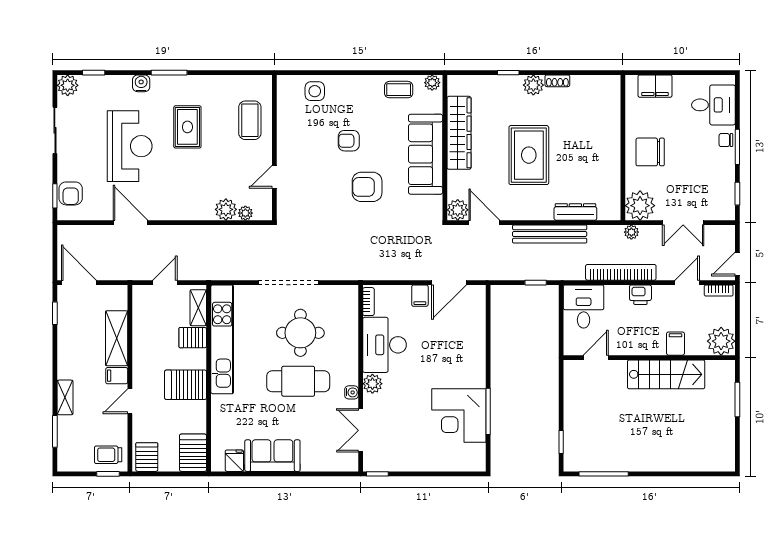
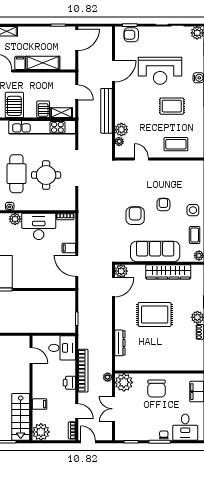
side table: (315, 91) -> (193, 210), moved
chair: (650, 152) -> (157, 389), turned 180
bench: (550, 234) -> (106, 111), moved
stairs: (666, 374) -> (21, 417), moved

